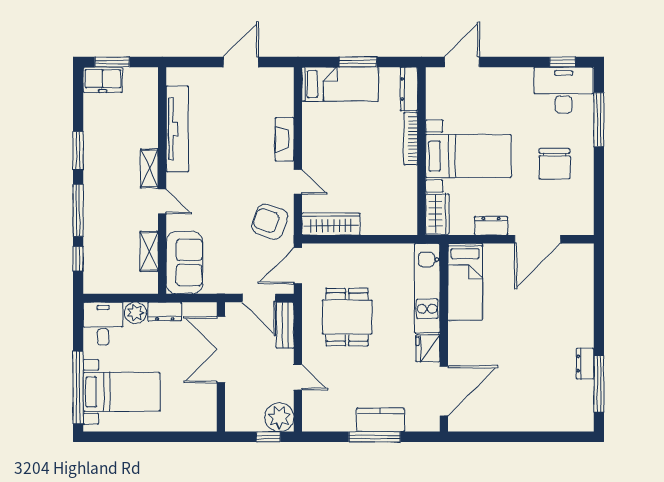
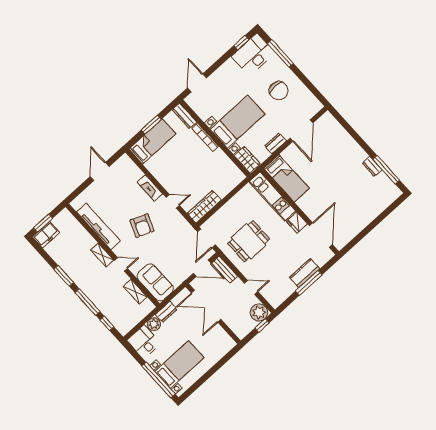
armchair: (270, 222) -> (142, 226), moved, turned -87
dining table: (347, 317) -> (249, 241), turned 90

